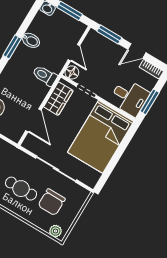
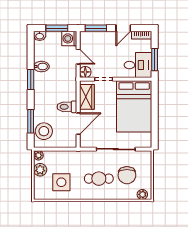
washing machine: (76, 29) -> (69, 38), added
toilet: (45, 76) -> (67, 107), moved
door: (33, 120) -> (78, 124), hinge flipped

